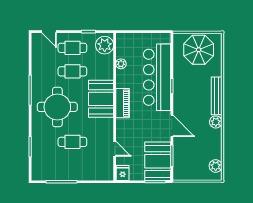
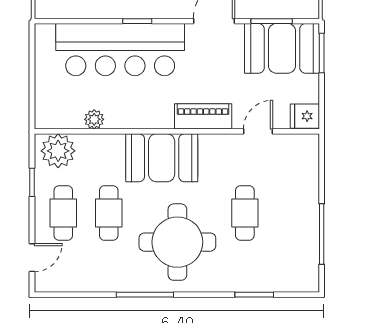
piano: (122, 103) -> (203, 116), moved

